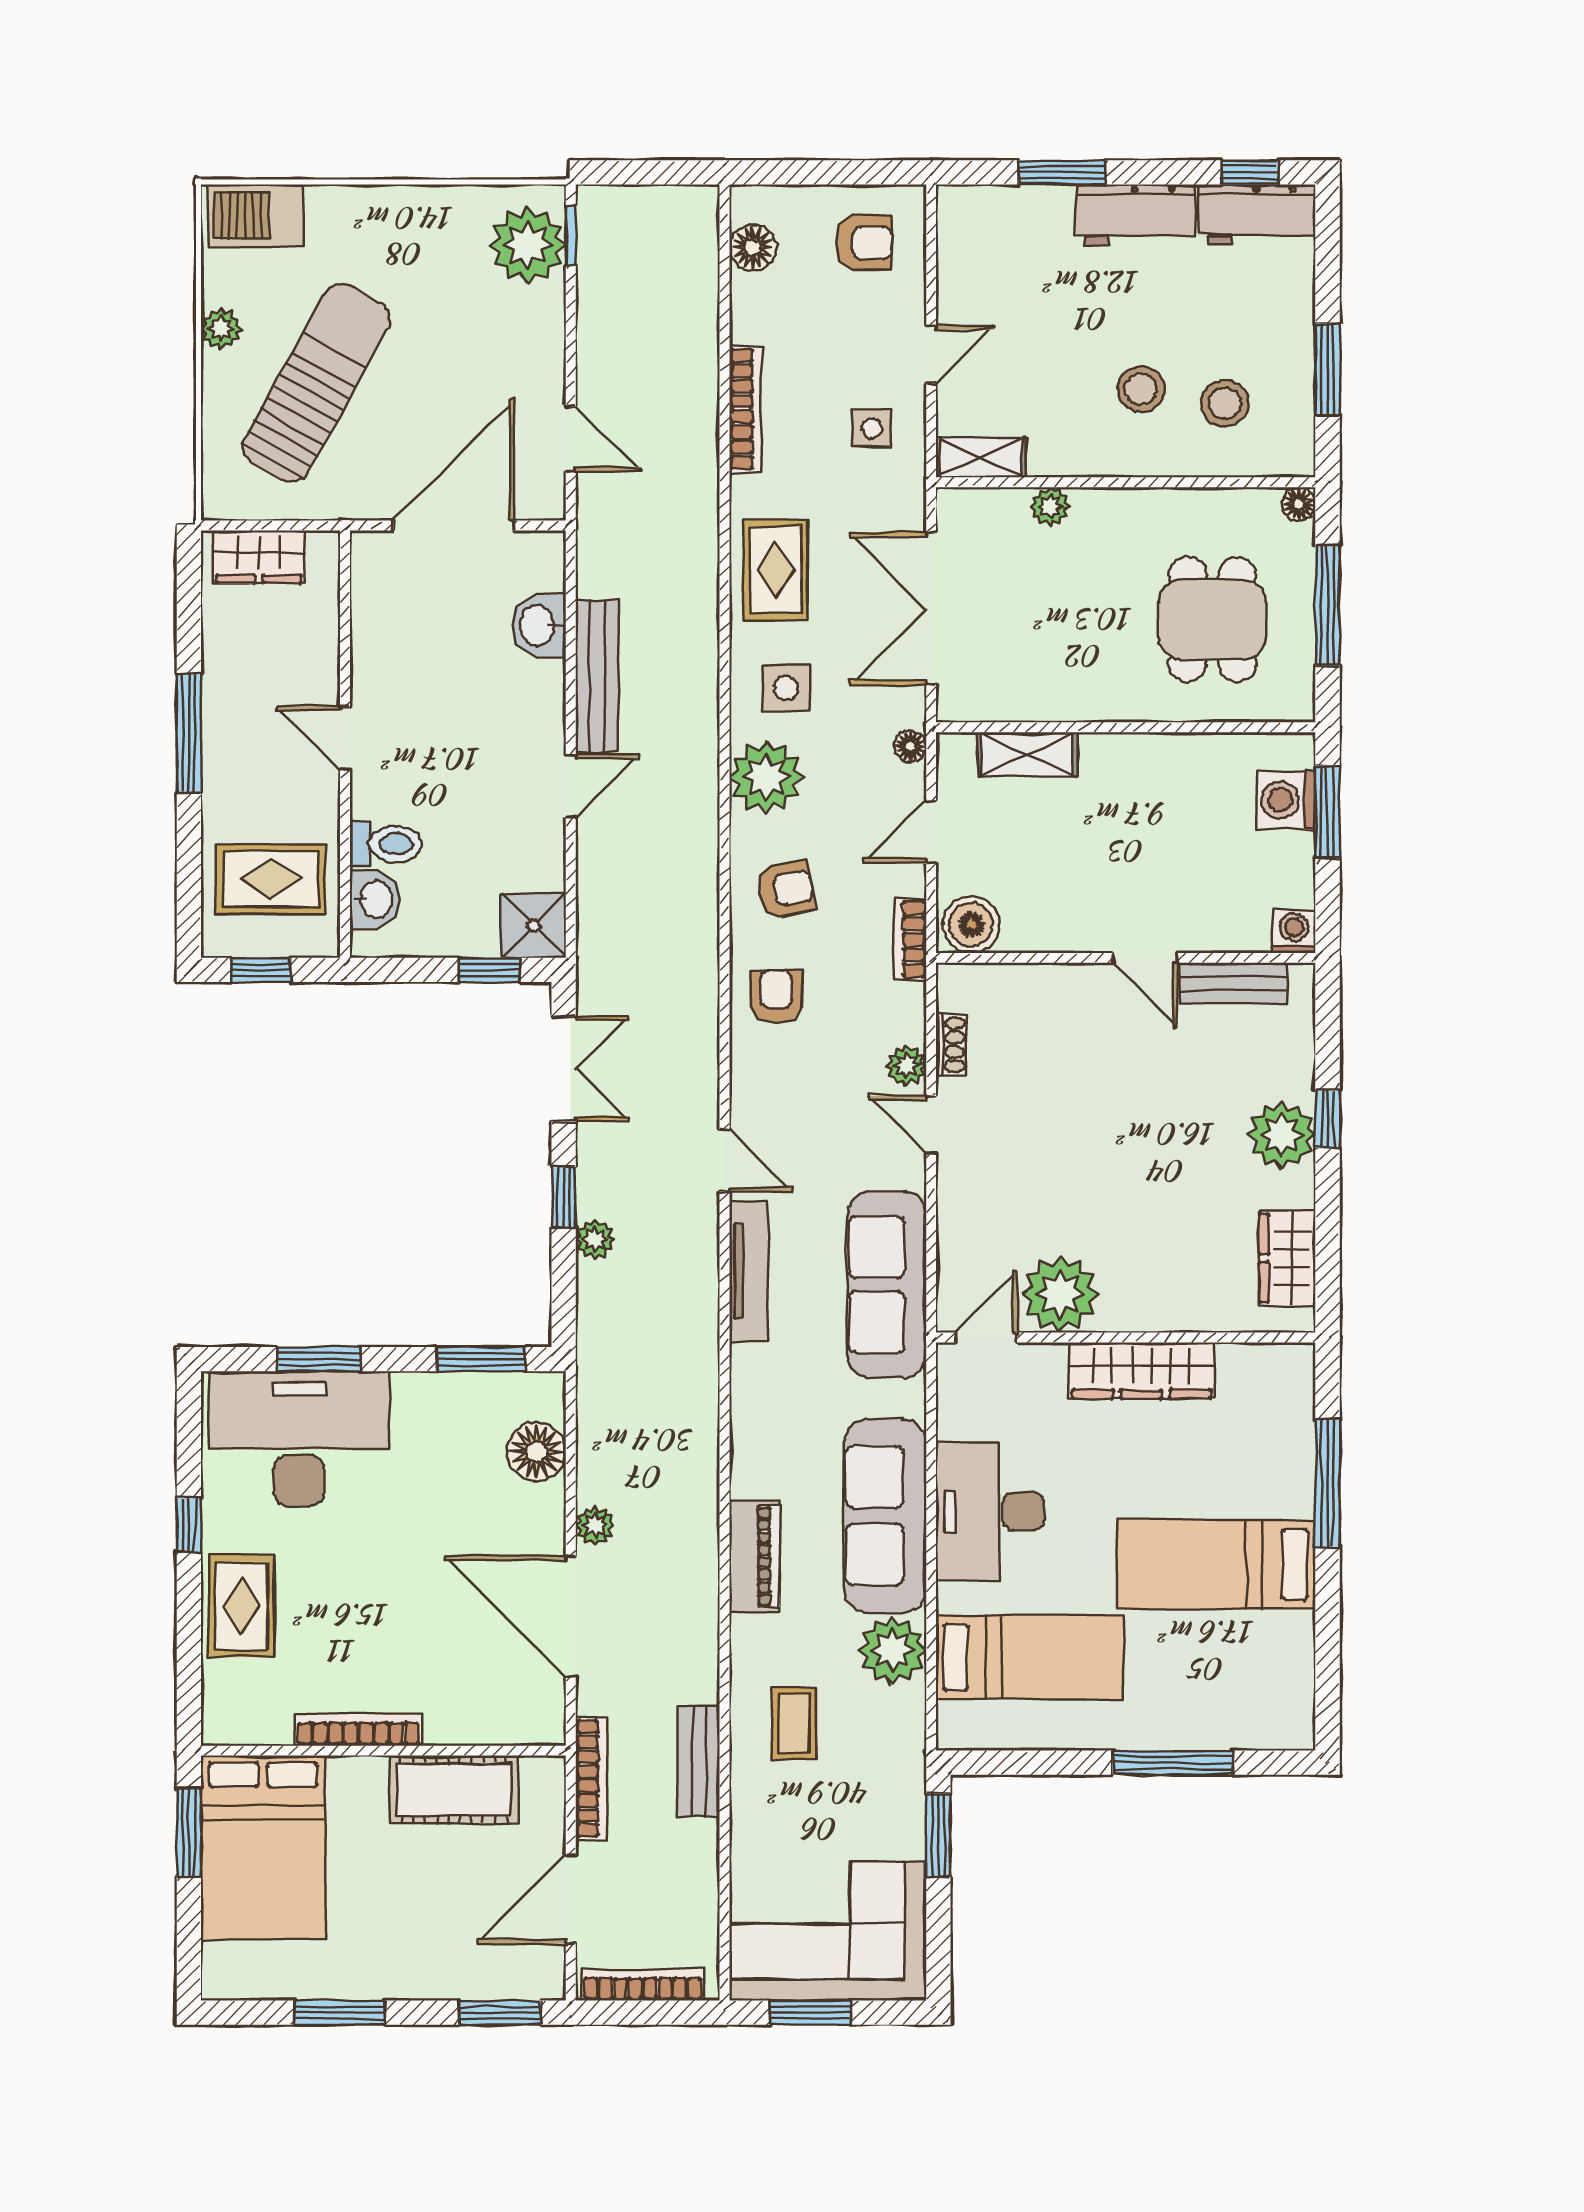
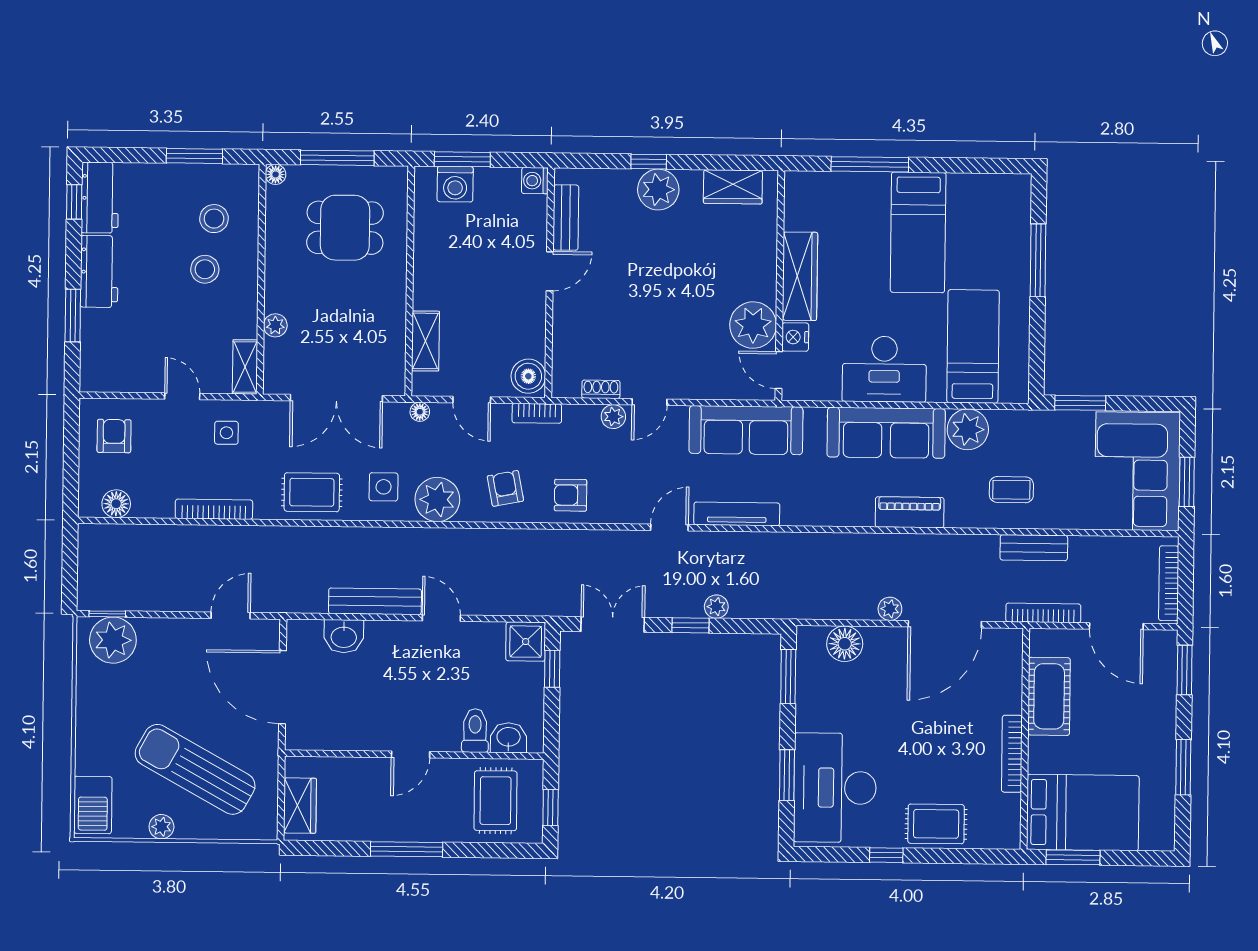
nightstand: (1041, 1364) -> (795, 337), added

